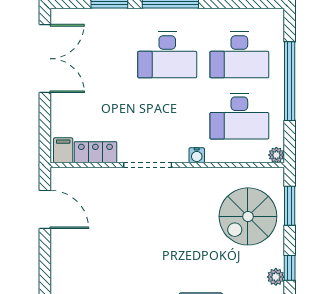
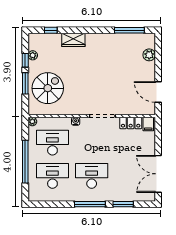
window: (290, 206) -> (25, 83), moved
plant: (61, 278) -> (149, 55), added

